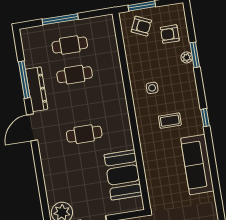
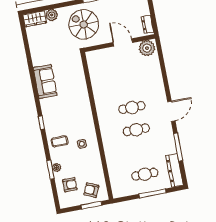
cafe table: (75, 75) -> (136, 130), moved
dresser: (37, 89) -> (175, 170), moved
coffee table: (170, 121) -> (60, 141), moved
sofa: (197, 165) -> (45, 81), width x0.73
booth: (123, 175) -> (102, 78), removed

